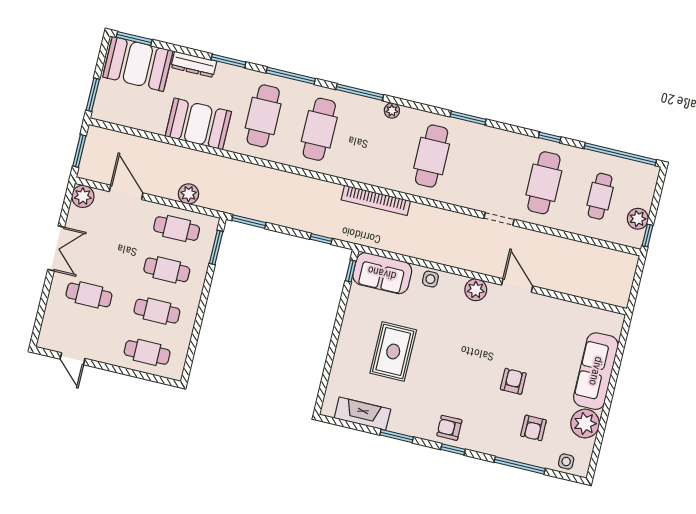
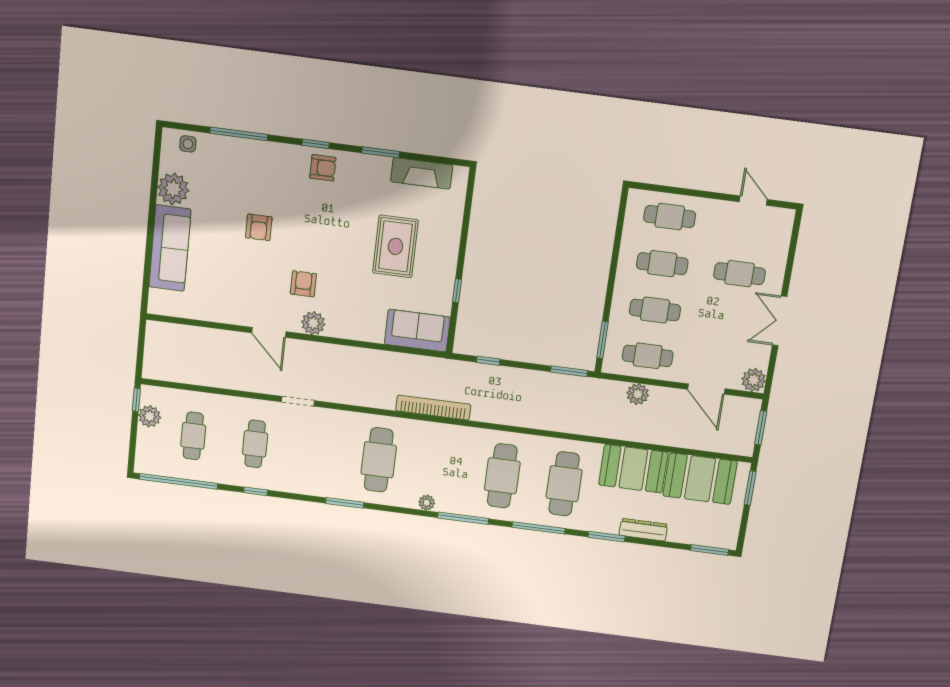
booth: (138, 64) -> (700, 479), moved
cafe table: (544, 183) -> (255, 444), width x0.73, depth x0.74
window: (351, 271) -> (457, 291), moved
side table: (430, 279) -> (364, 330), removed
armchair: (533, 428) -> (303, 284), moved

